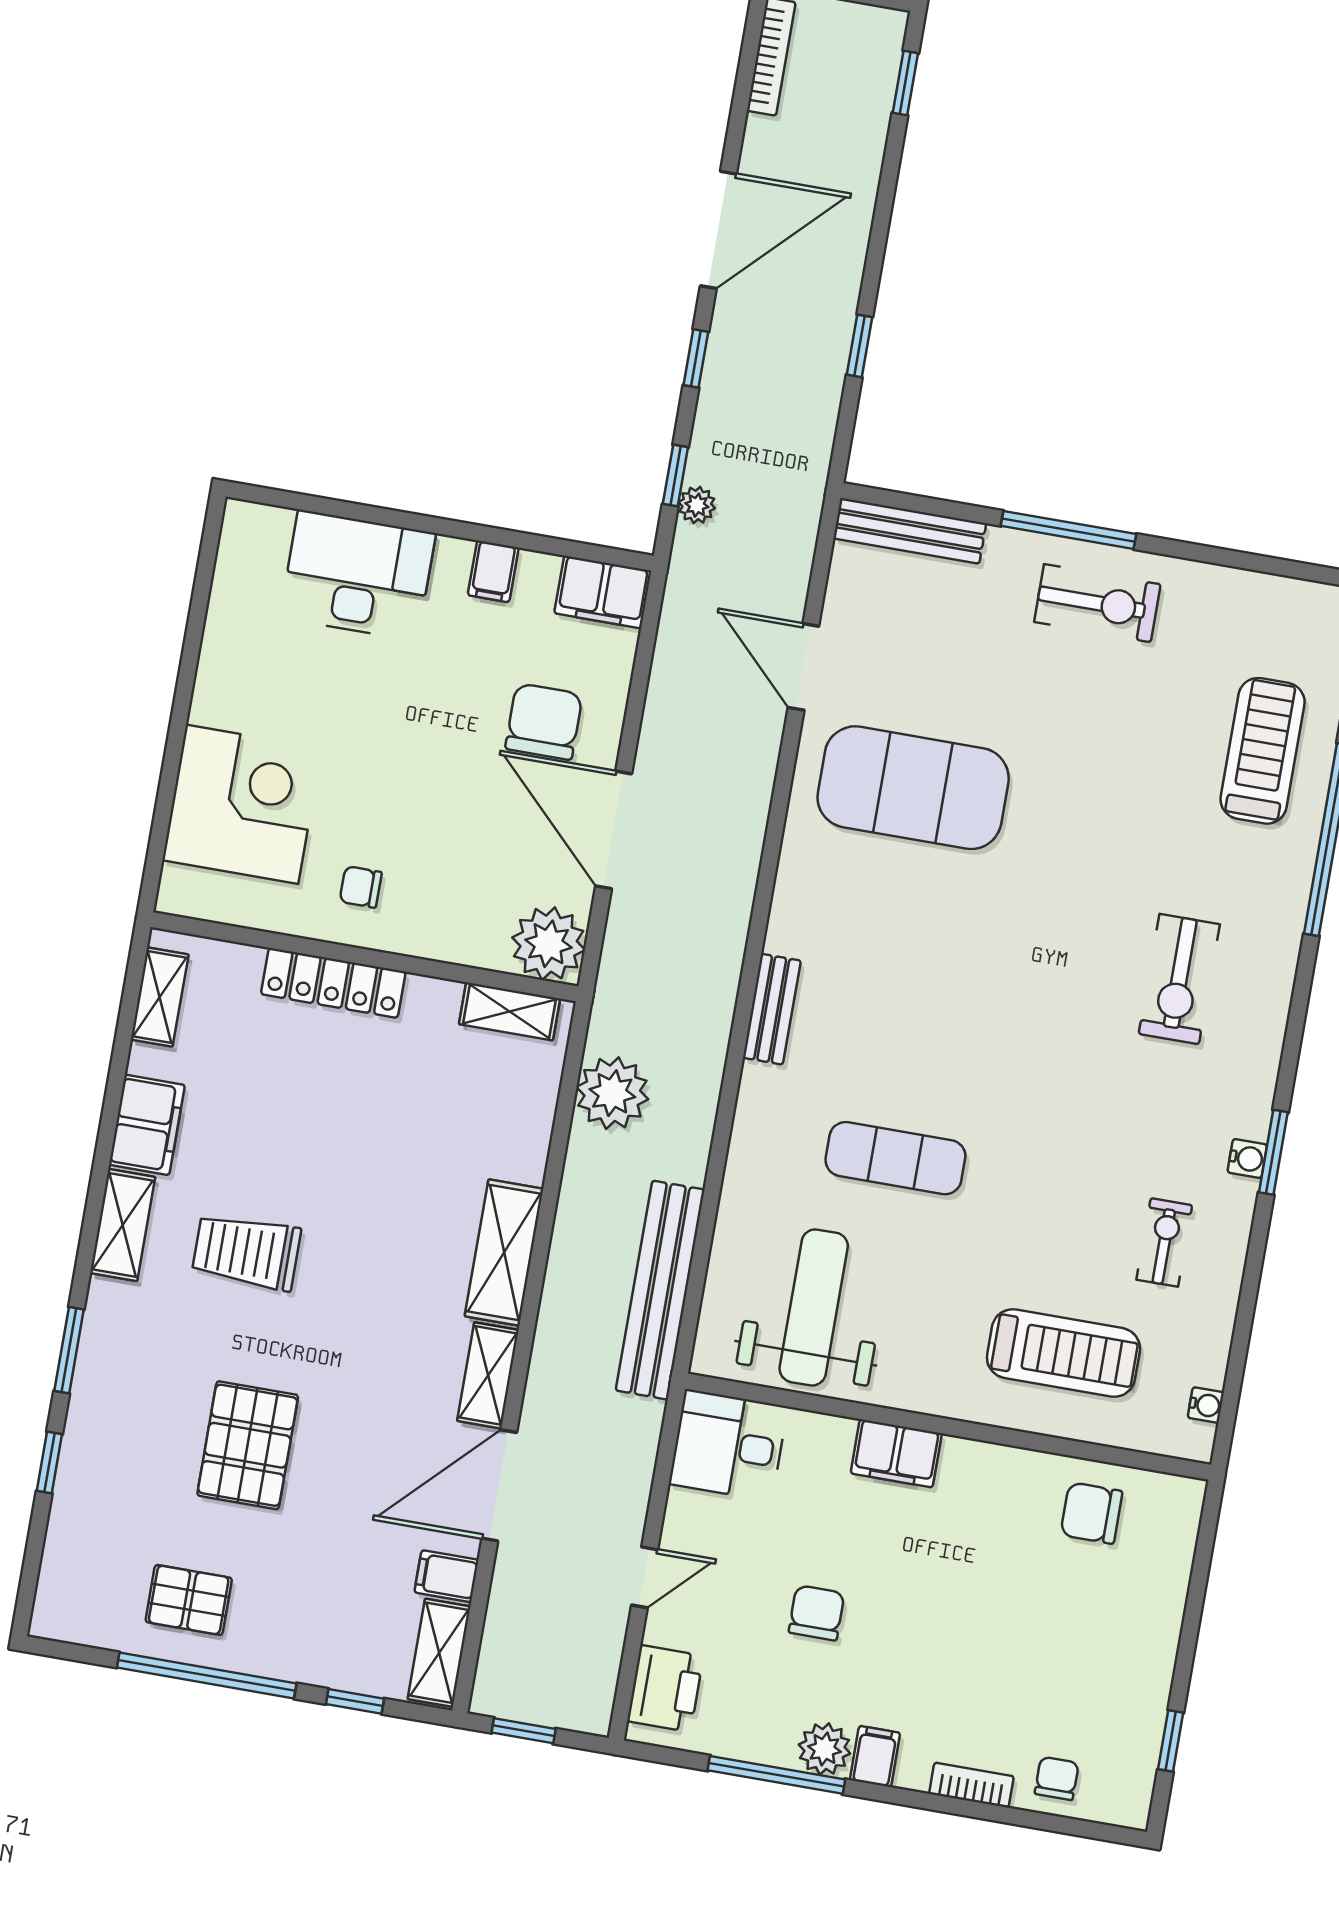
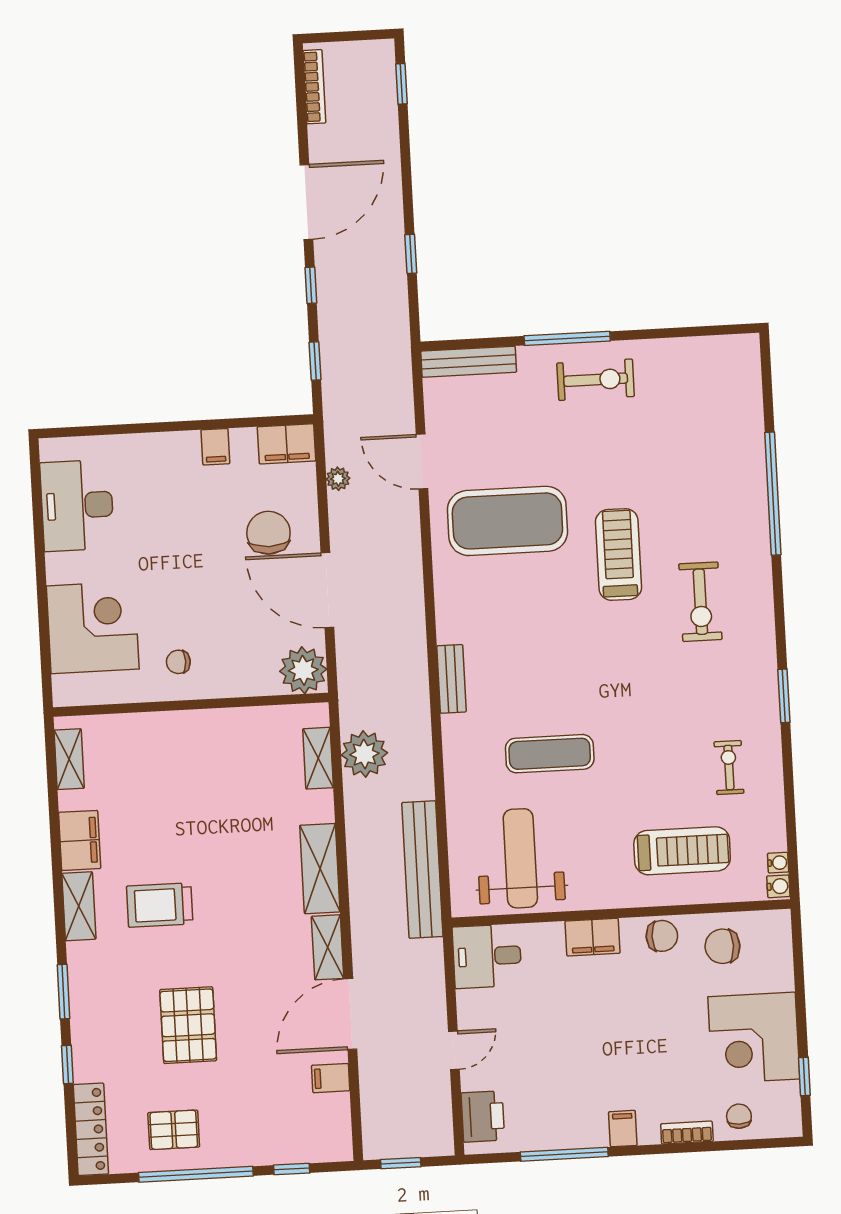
plant: (697, 505) -> (338, 479), moved
desk: (358, 575) -> (77, 505), moved, turned -90
treadmill: (1263, 751) -> (618, 555), moved
locker: (333, 983) -> (91, 1129), moved, turned -90
shelving: (510, 1011) -> (318, 758), moved, turned 90
water cooler: (1247, 1158) -> (778, 886), moved
chair: (817, 1613) -> (662, 936), moved, turned 90
shelving: (439, 1653) -> (337, 1127), removed
corner desk: (1107, 1664) -> (754, 1038), added
plant: (824, 1749) -> (590, 1131), removed

